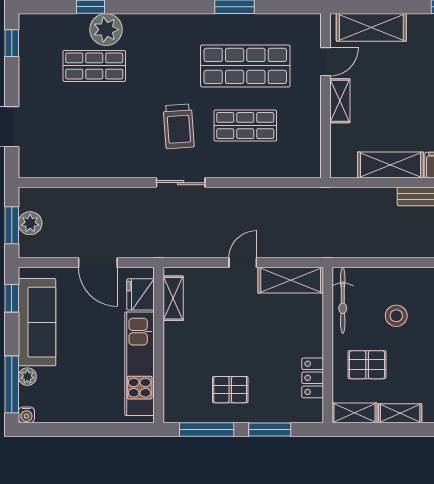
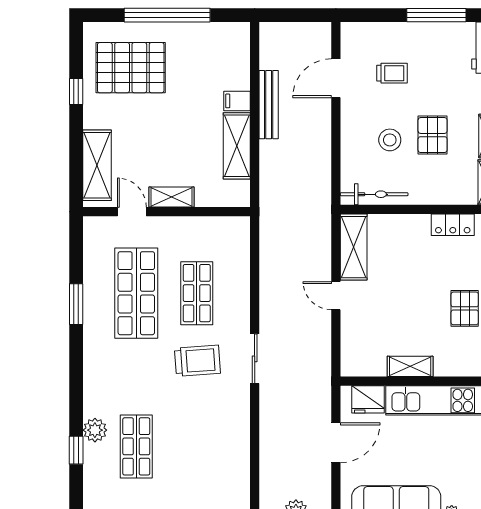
plant: (106, 30) -> (95, 430), width x0.73, depth x0.73
shelving: (173, 298) -> (410, 366), moved
pallet: (367, 365) -> (433, 135), moved

